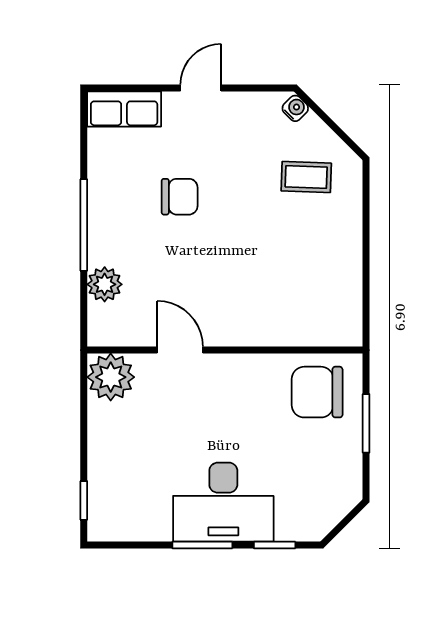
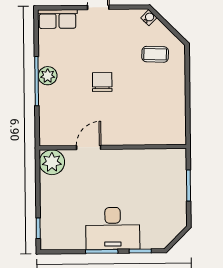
chair: (180, 197) -> (102, 82), moved, turned -90
plant: (105, 284) -> (48, 76), moved
door: (180, 350) -> (89, 147), hinge flipped
chair: (317, 392) -> (162, 169), removed

